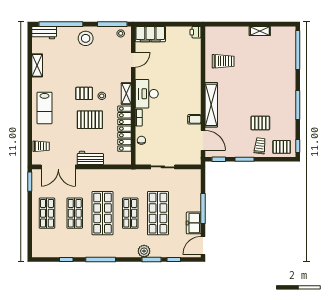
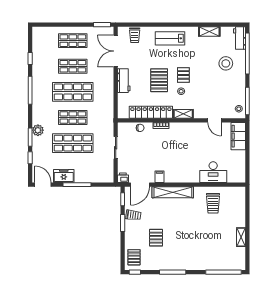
printer: (195, 32) -> (123, 178), moved
stool: (86, 38) -> (226, 63), moved
desk: (147, 94) -> (213, 172), moved, turned 180
trolley: (260, 146) -> (133, 215), moved

